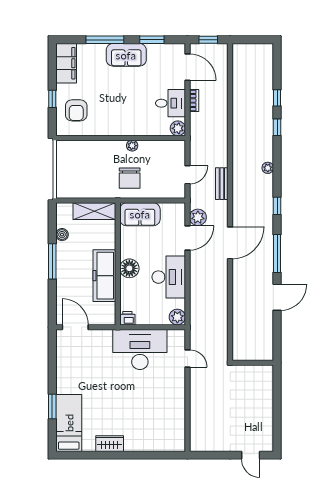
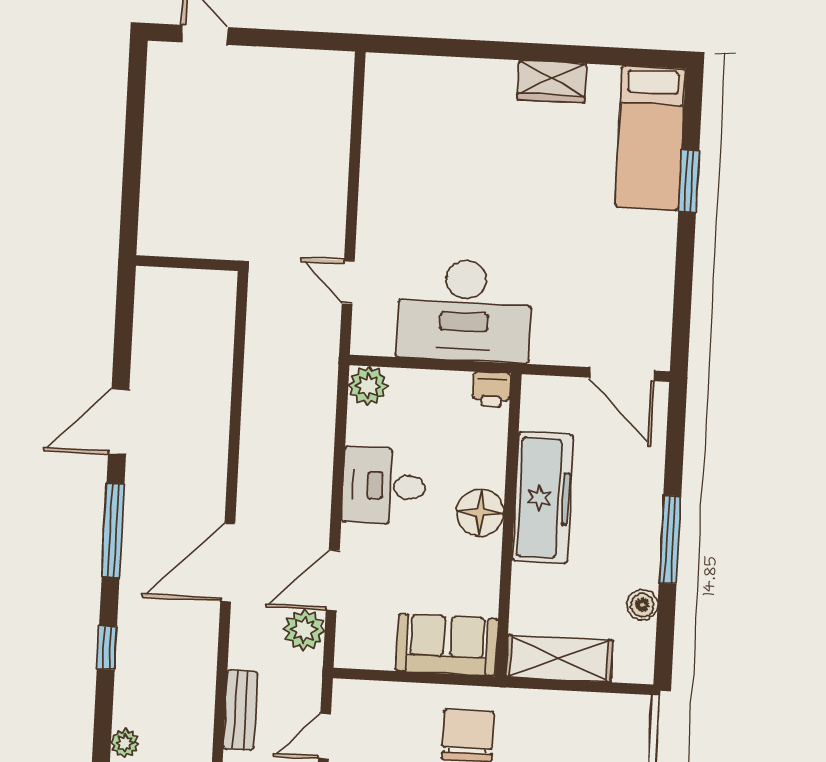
desk: (169, 277) -> (384, 486), width x0.73

